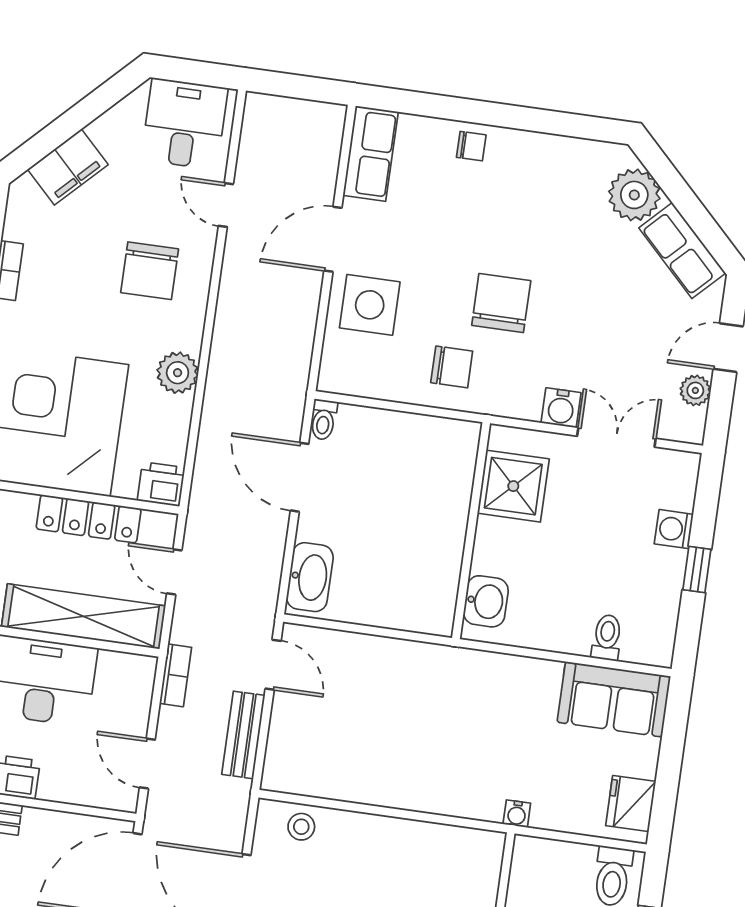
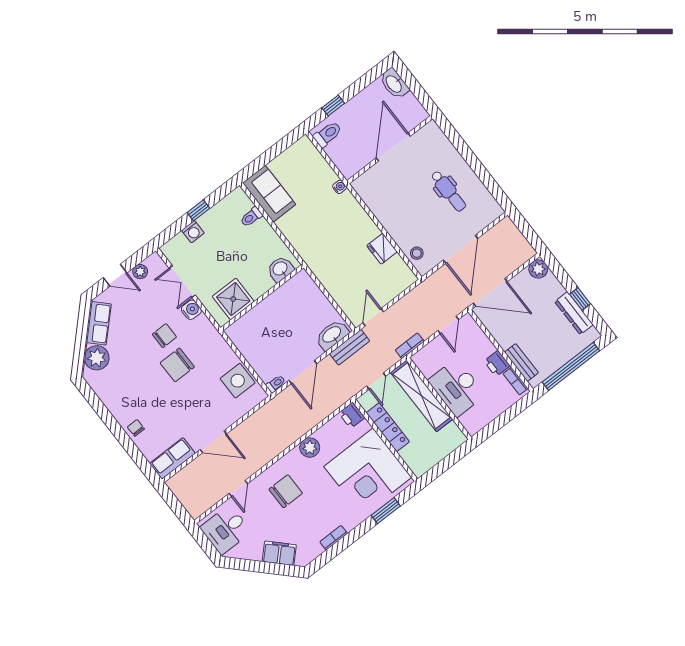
side table: (370, 305) -> (238, 381), moved
chair: (452, 367) -> (164, 336), moved, turned 90
bench: (243, 735) -> (350, 347), moved
fridge: (631, 804) -> (382, 249), moved, turned 90

